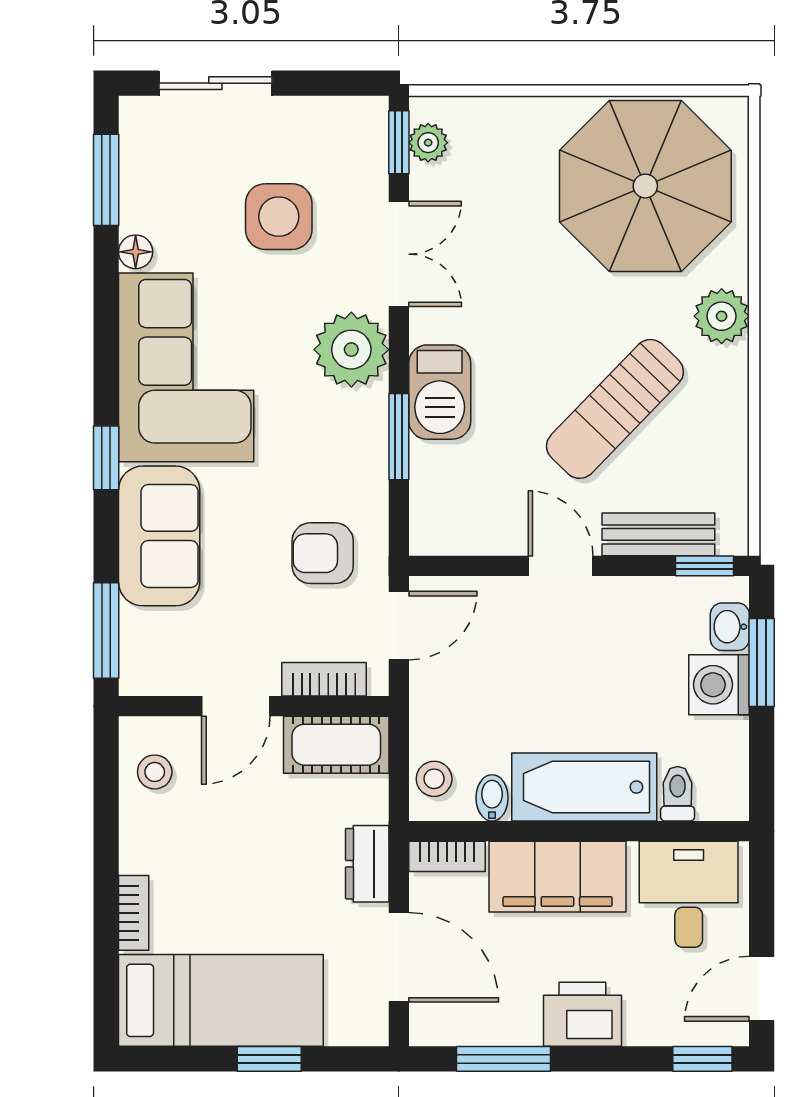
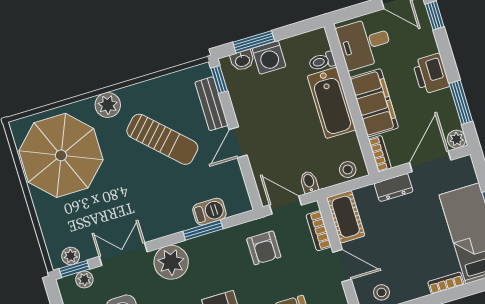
plant: (370, 157) -> (84, 279), added
barbecue: (440, 392) -> (209, 212), moved, width x0.73, depth x0.79
bidet: (492, 798) -> (309, 182), moved, turned 90
plant: (429, 1026) -> (456, 139), added

